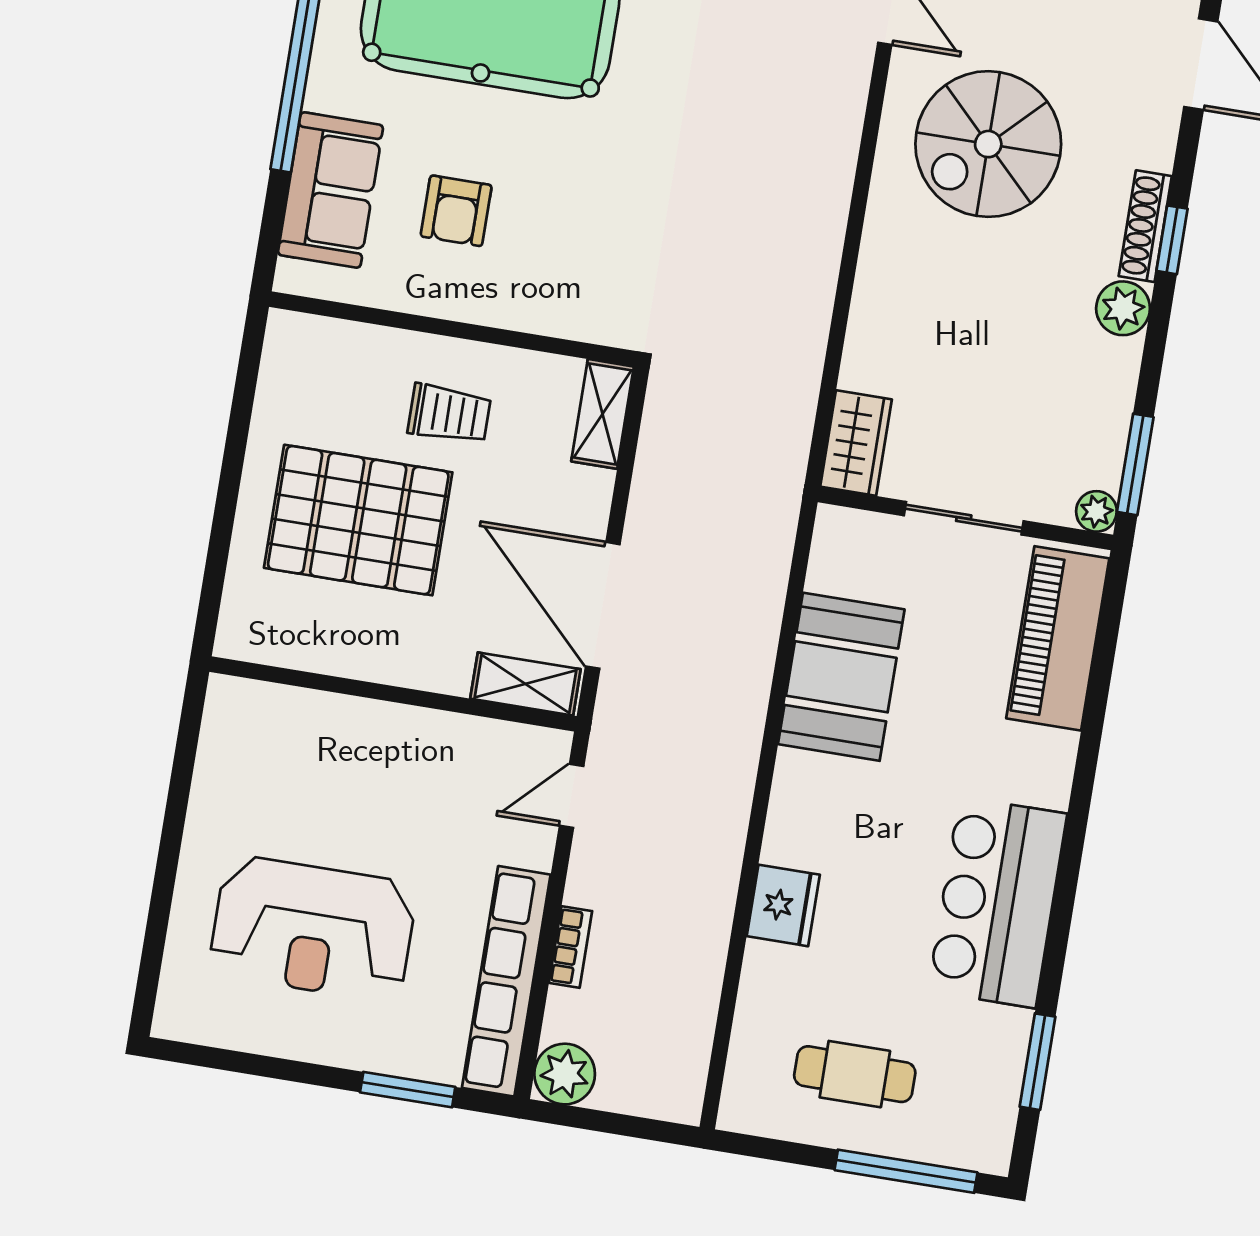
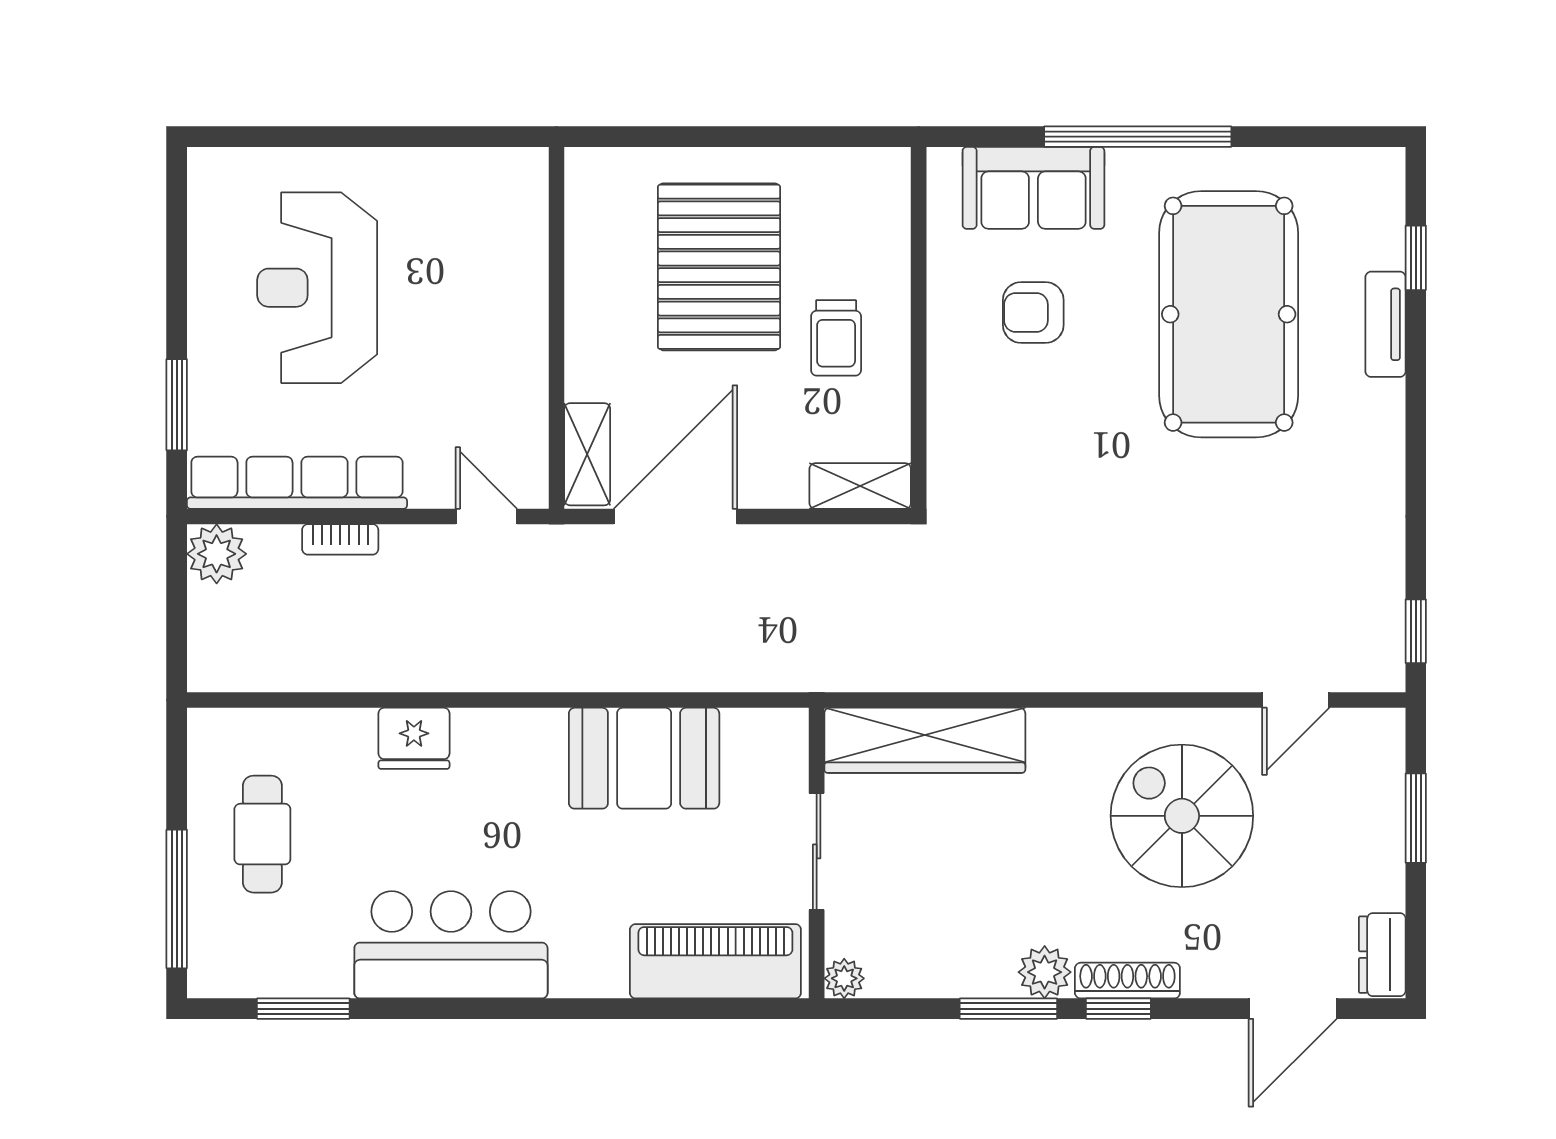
wardrobe: (856, 443) -> (925, 740), width x2.10, depth x1.17
window: (1135, 464) -> (1008, 1009), moved

